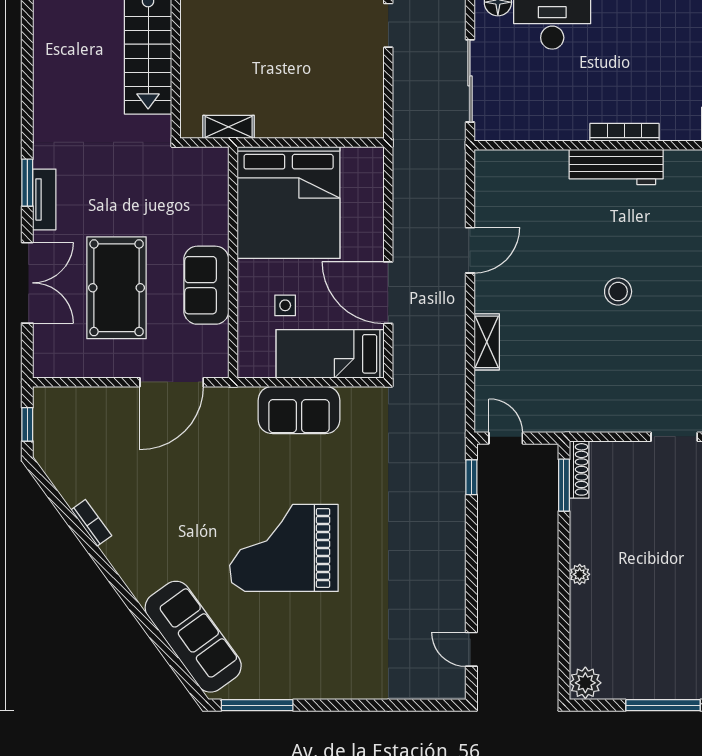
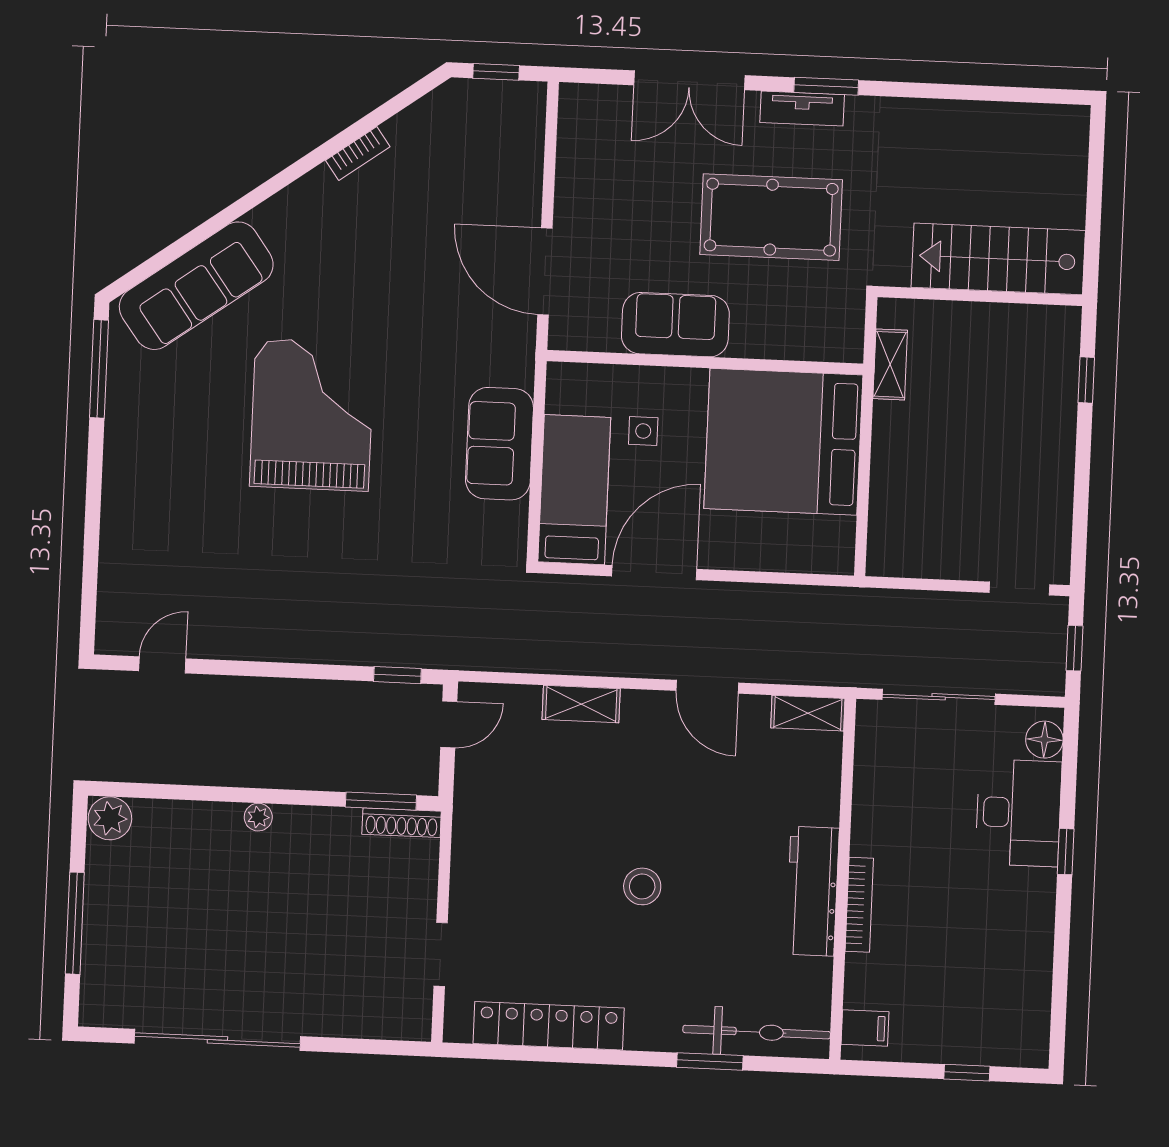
shelving: (486, 176) -> (808, 713), added
pool table: (117, 288) -> (771, 217), moved

